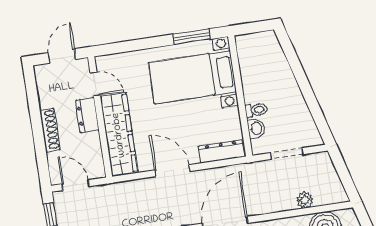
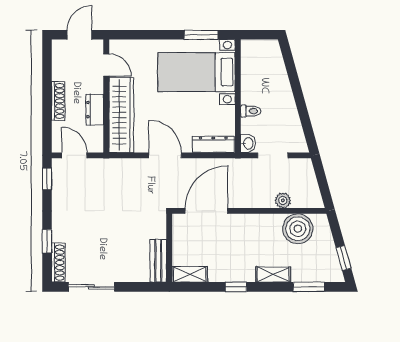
dresser: (87, 115) -> (95, 110), moved
washbasin: (256, 128) -> (248, 143), moved

